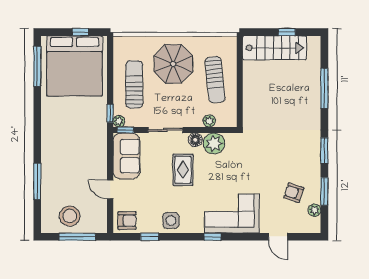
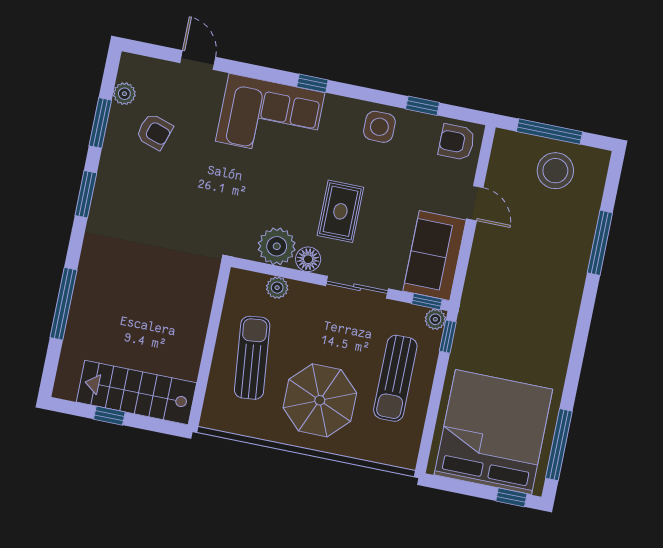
window: (80, 32) -> (511, 497), moved

